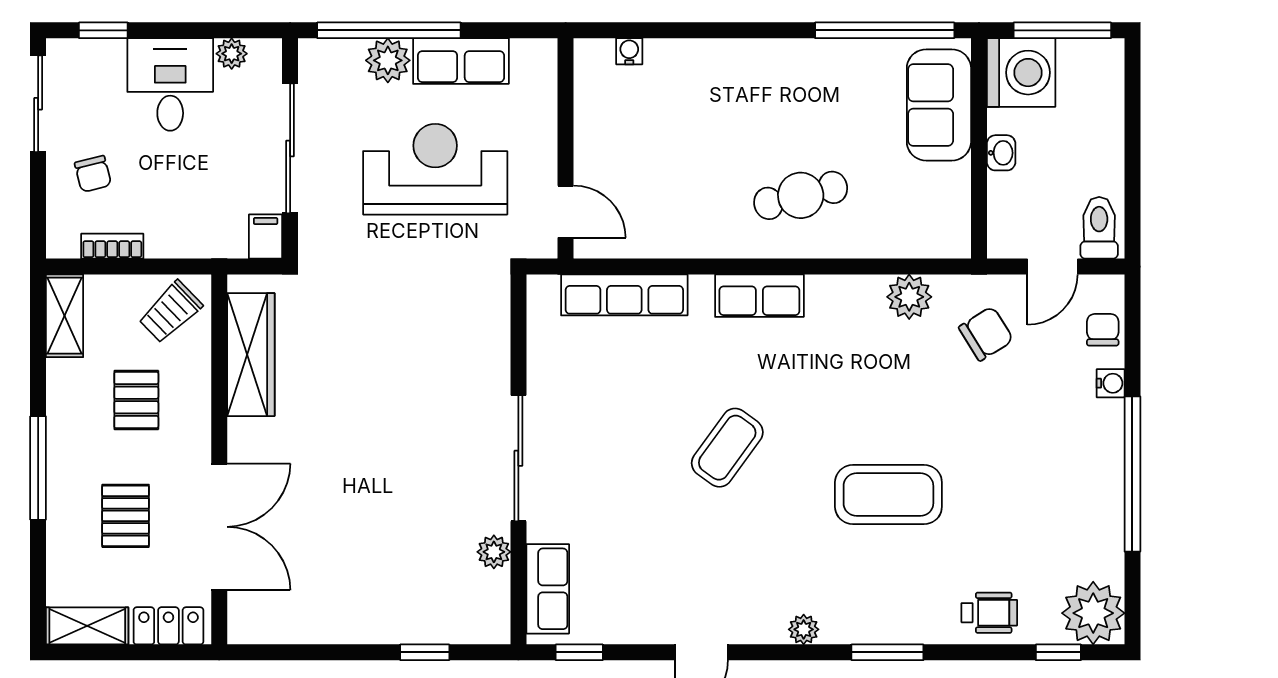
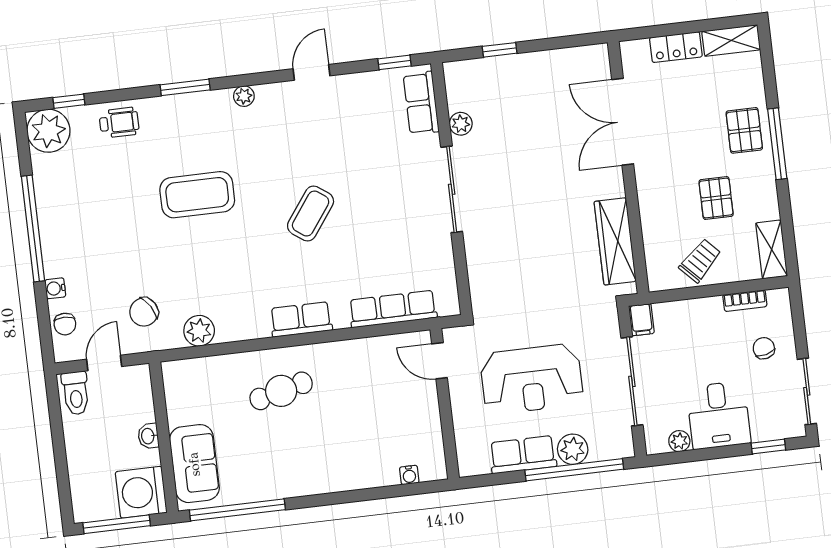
wardrobe: (251, 355) -> (615, 241), moved
wall: (219, 459) -> (628, 167), moved
pallet: (126, 516) -> (744, 130), moved
double door: (219, 527) -> (623, 122), moved
wheelchair: (989, 613) -> (119, 123), turned 180

